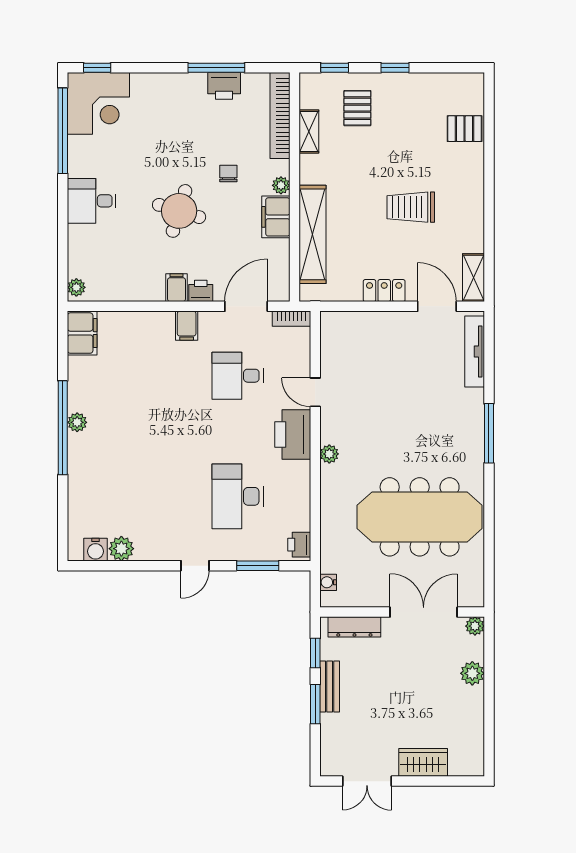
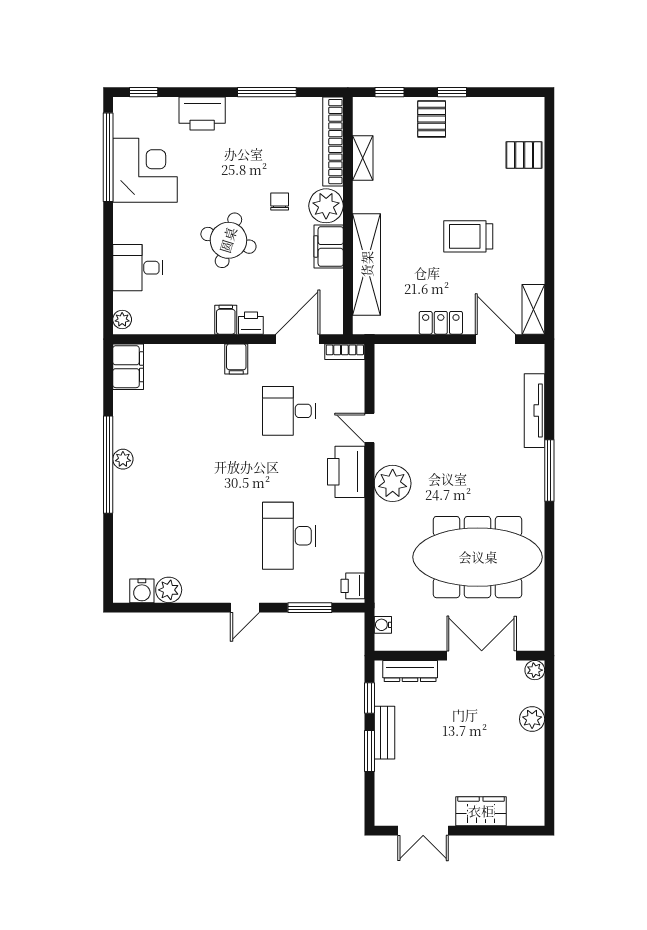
printer: (224, 86) -> (202, 113), moved, width x1.37, depth x1.19
corner desk: (98, 103) -> (145, 170), moved, turned -90
pallet: (357, 108) -> (432, 119), moved
plant: (281, 185) -> (326, 206), width x1.88, depth x1.88
desk: (92, 201) -> (138, 268), moved
tv unit: (475, 351) -> (534, 411), moved
plant: (329, 454) -> (393, 483), width x1.87, depth x1.87

